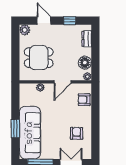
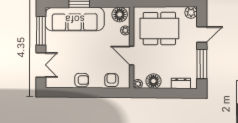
window: (70, 21) -> (202, 64), width x2.17
dining table: (39, 58) -> (159, 29), width x1.38
floor lamp: (26, 92) -> (120, 14), added
armchair: (77, 133) -> (82, 80), moved

